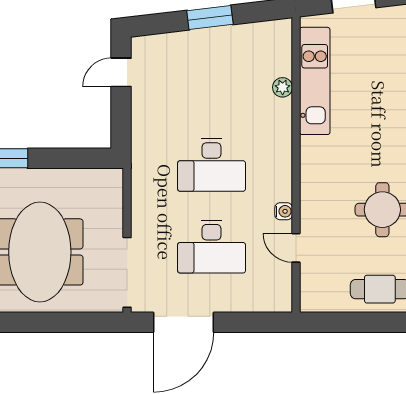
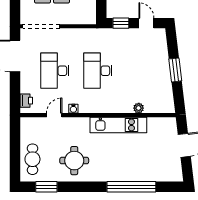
kitchen unit: (315, 81) -> (118, 125), moved
window: (121, 121) -> (121, 23), added
printer: (268, 301) -> (26, 101), added

